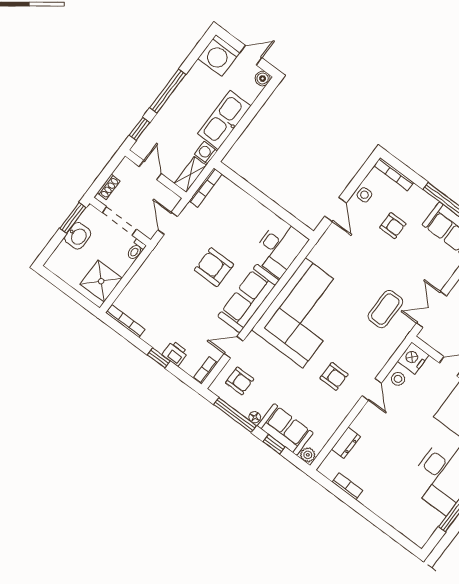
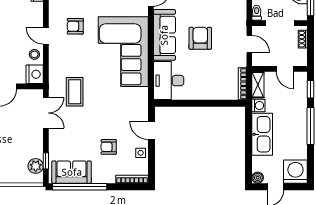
armchair: (214, 267) -> (200, 38), turned -90

